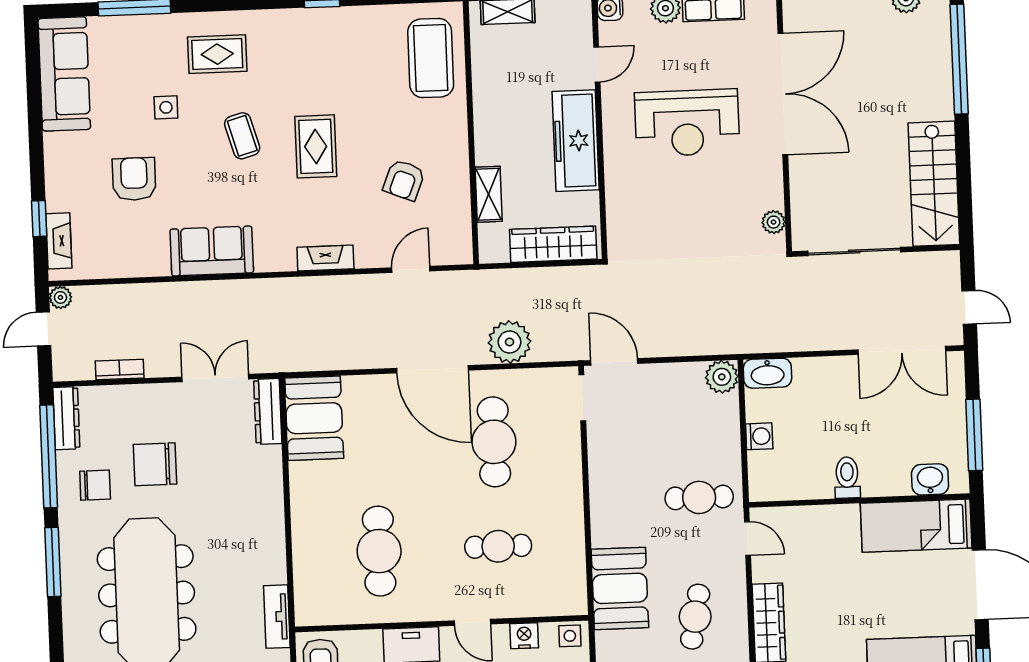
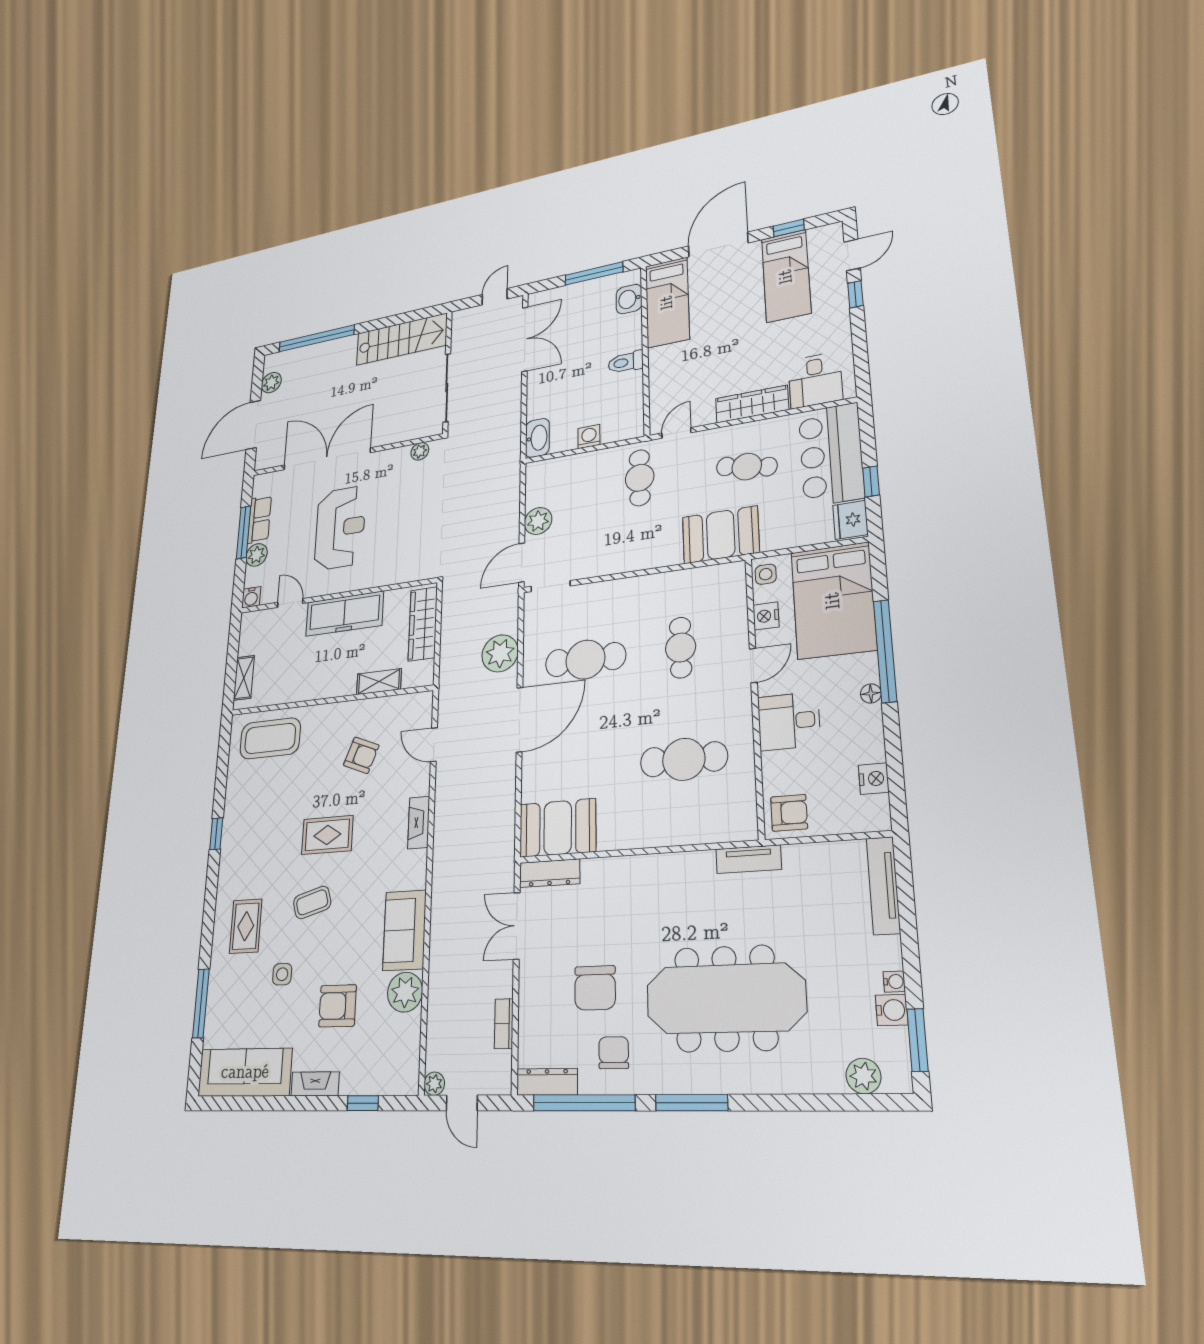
fireplace: (59, 241) -> (315, 1084), moved
plant: (149, 257) -> (405, 992), added
plant: (722, 377) -> (538, 521), moved

